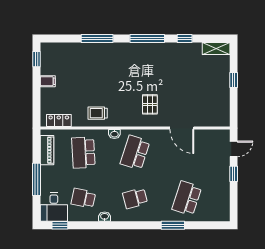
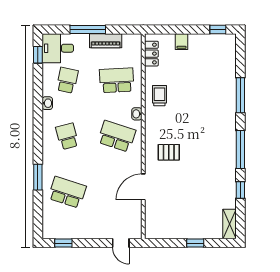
filing cabinet: (48, 81) -> (182, 42), moved
piano: (47, 150) -> (106, 41), moved
window: (234, 174) -> (63, 243), moved

